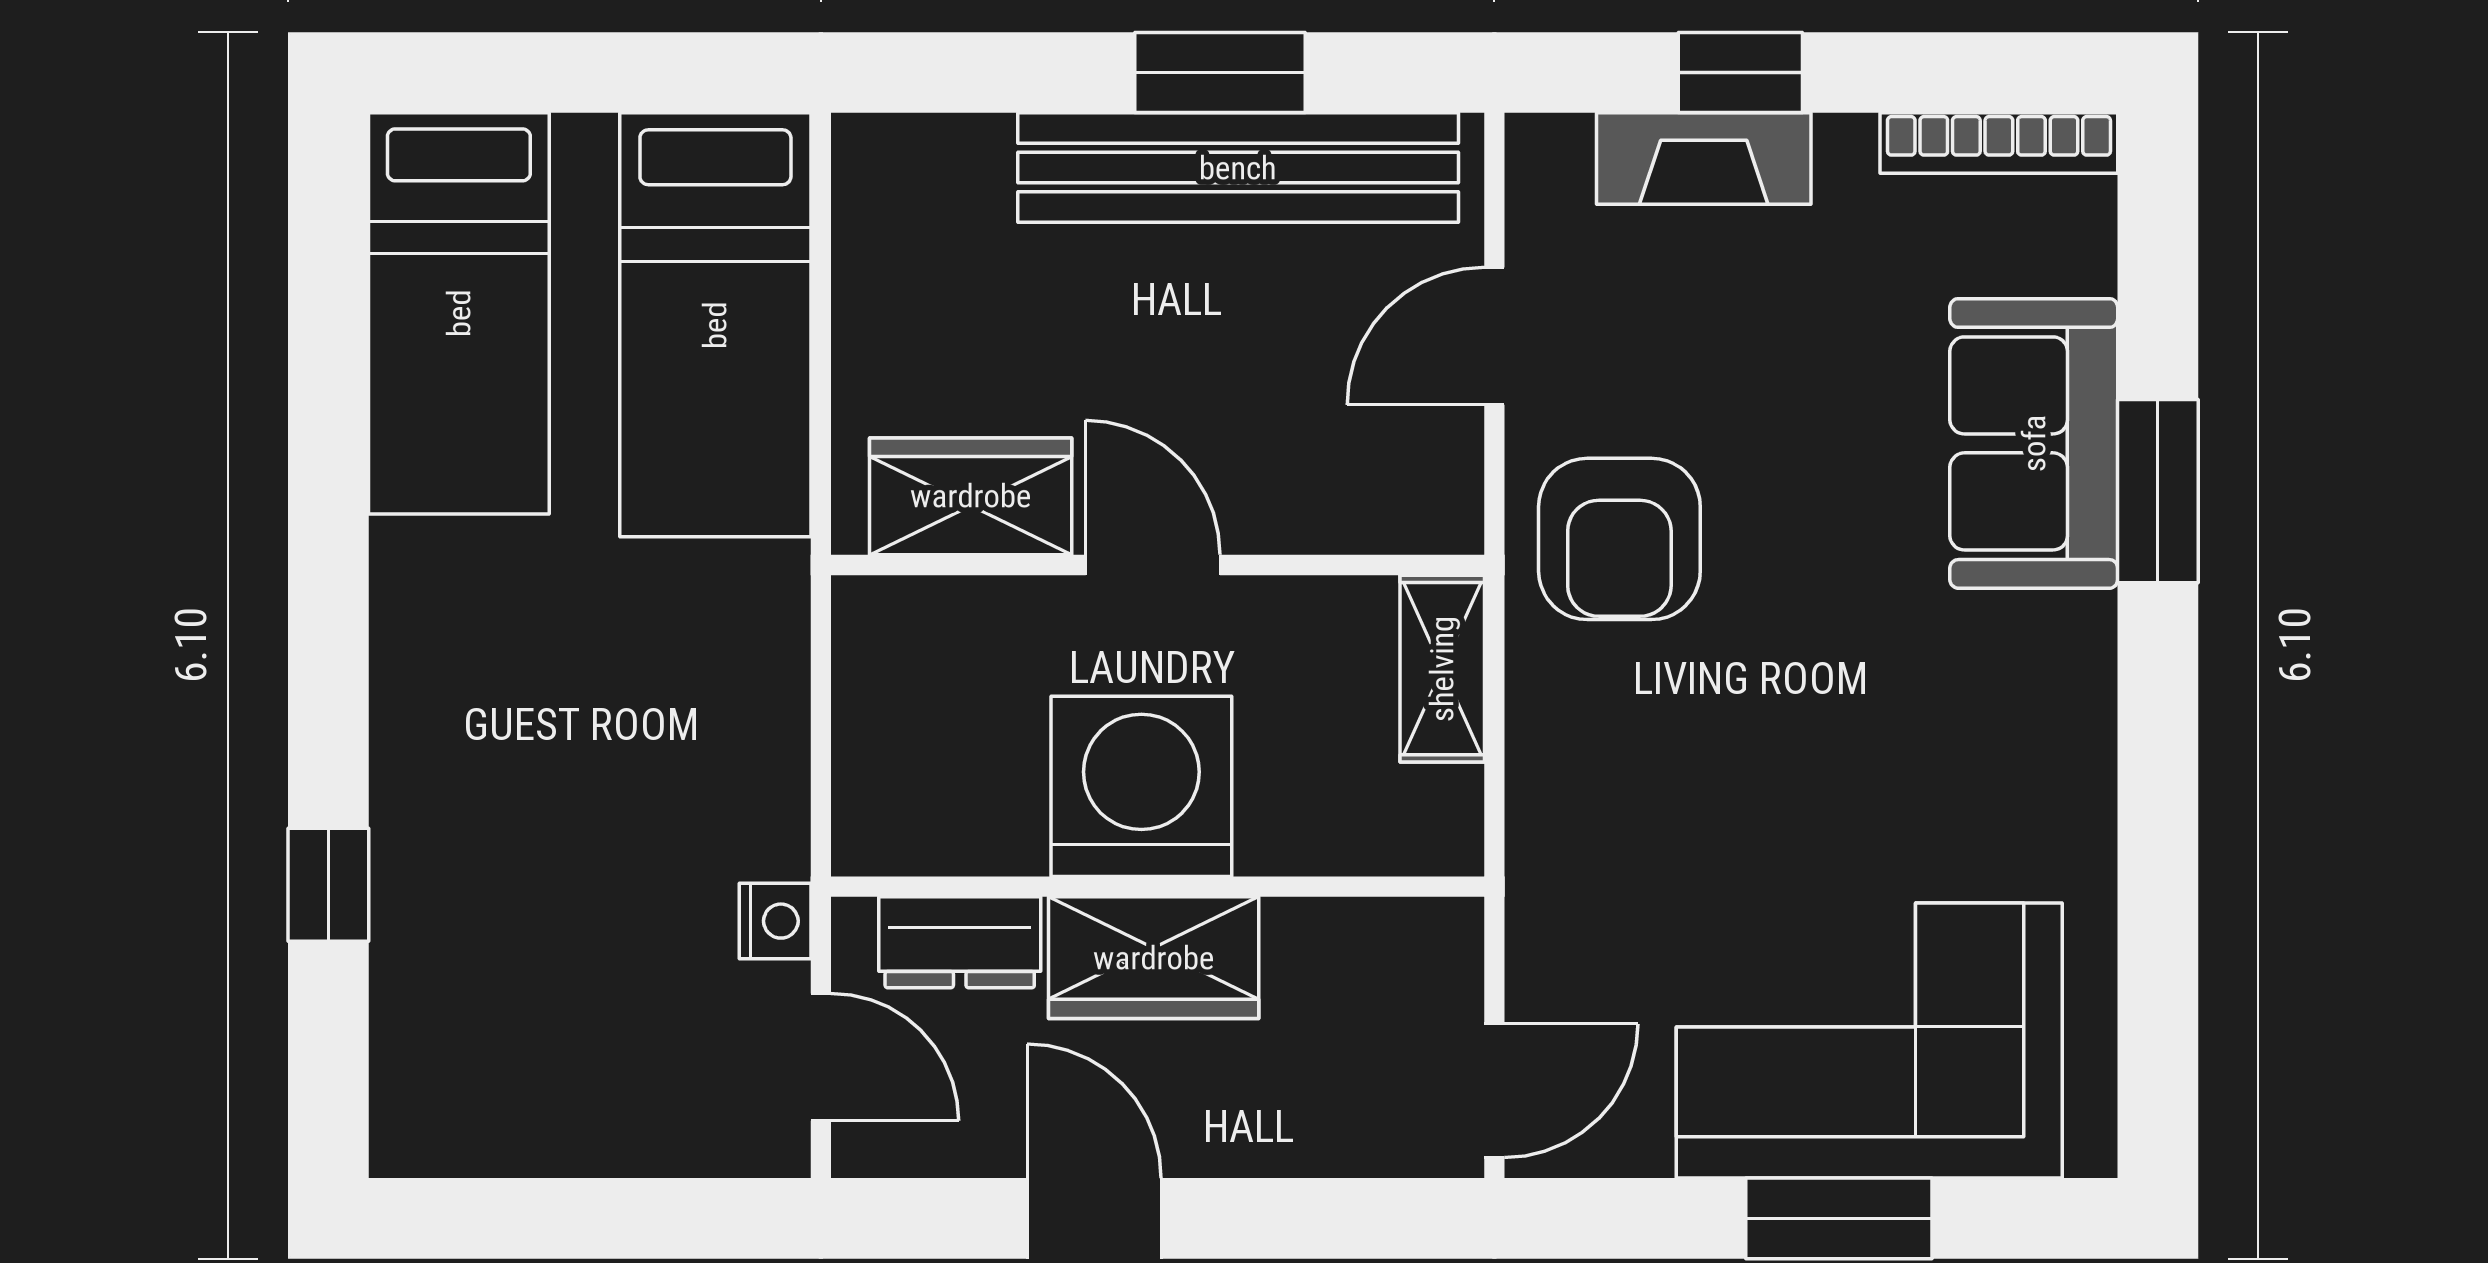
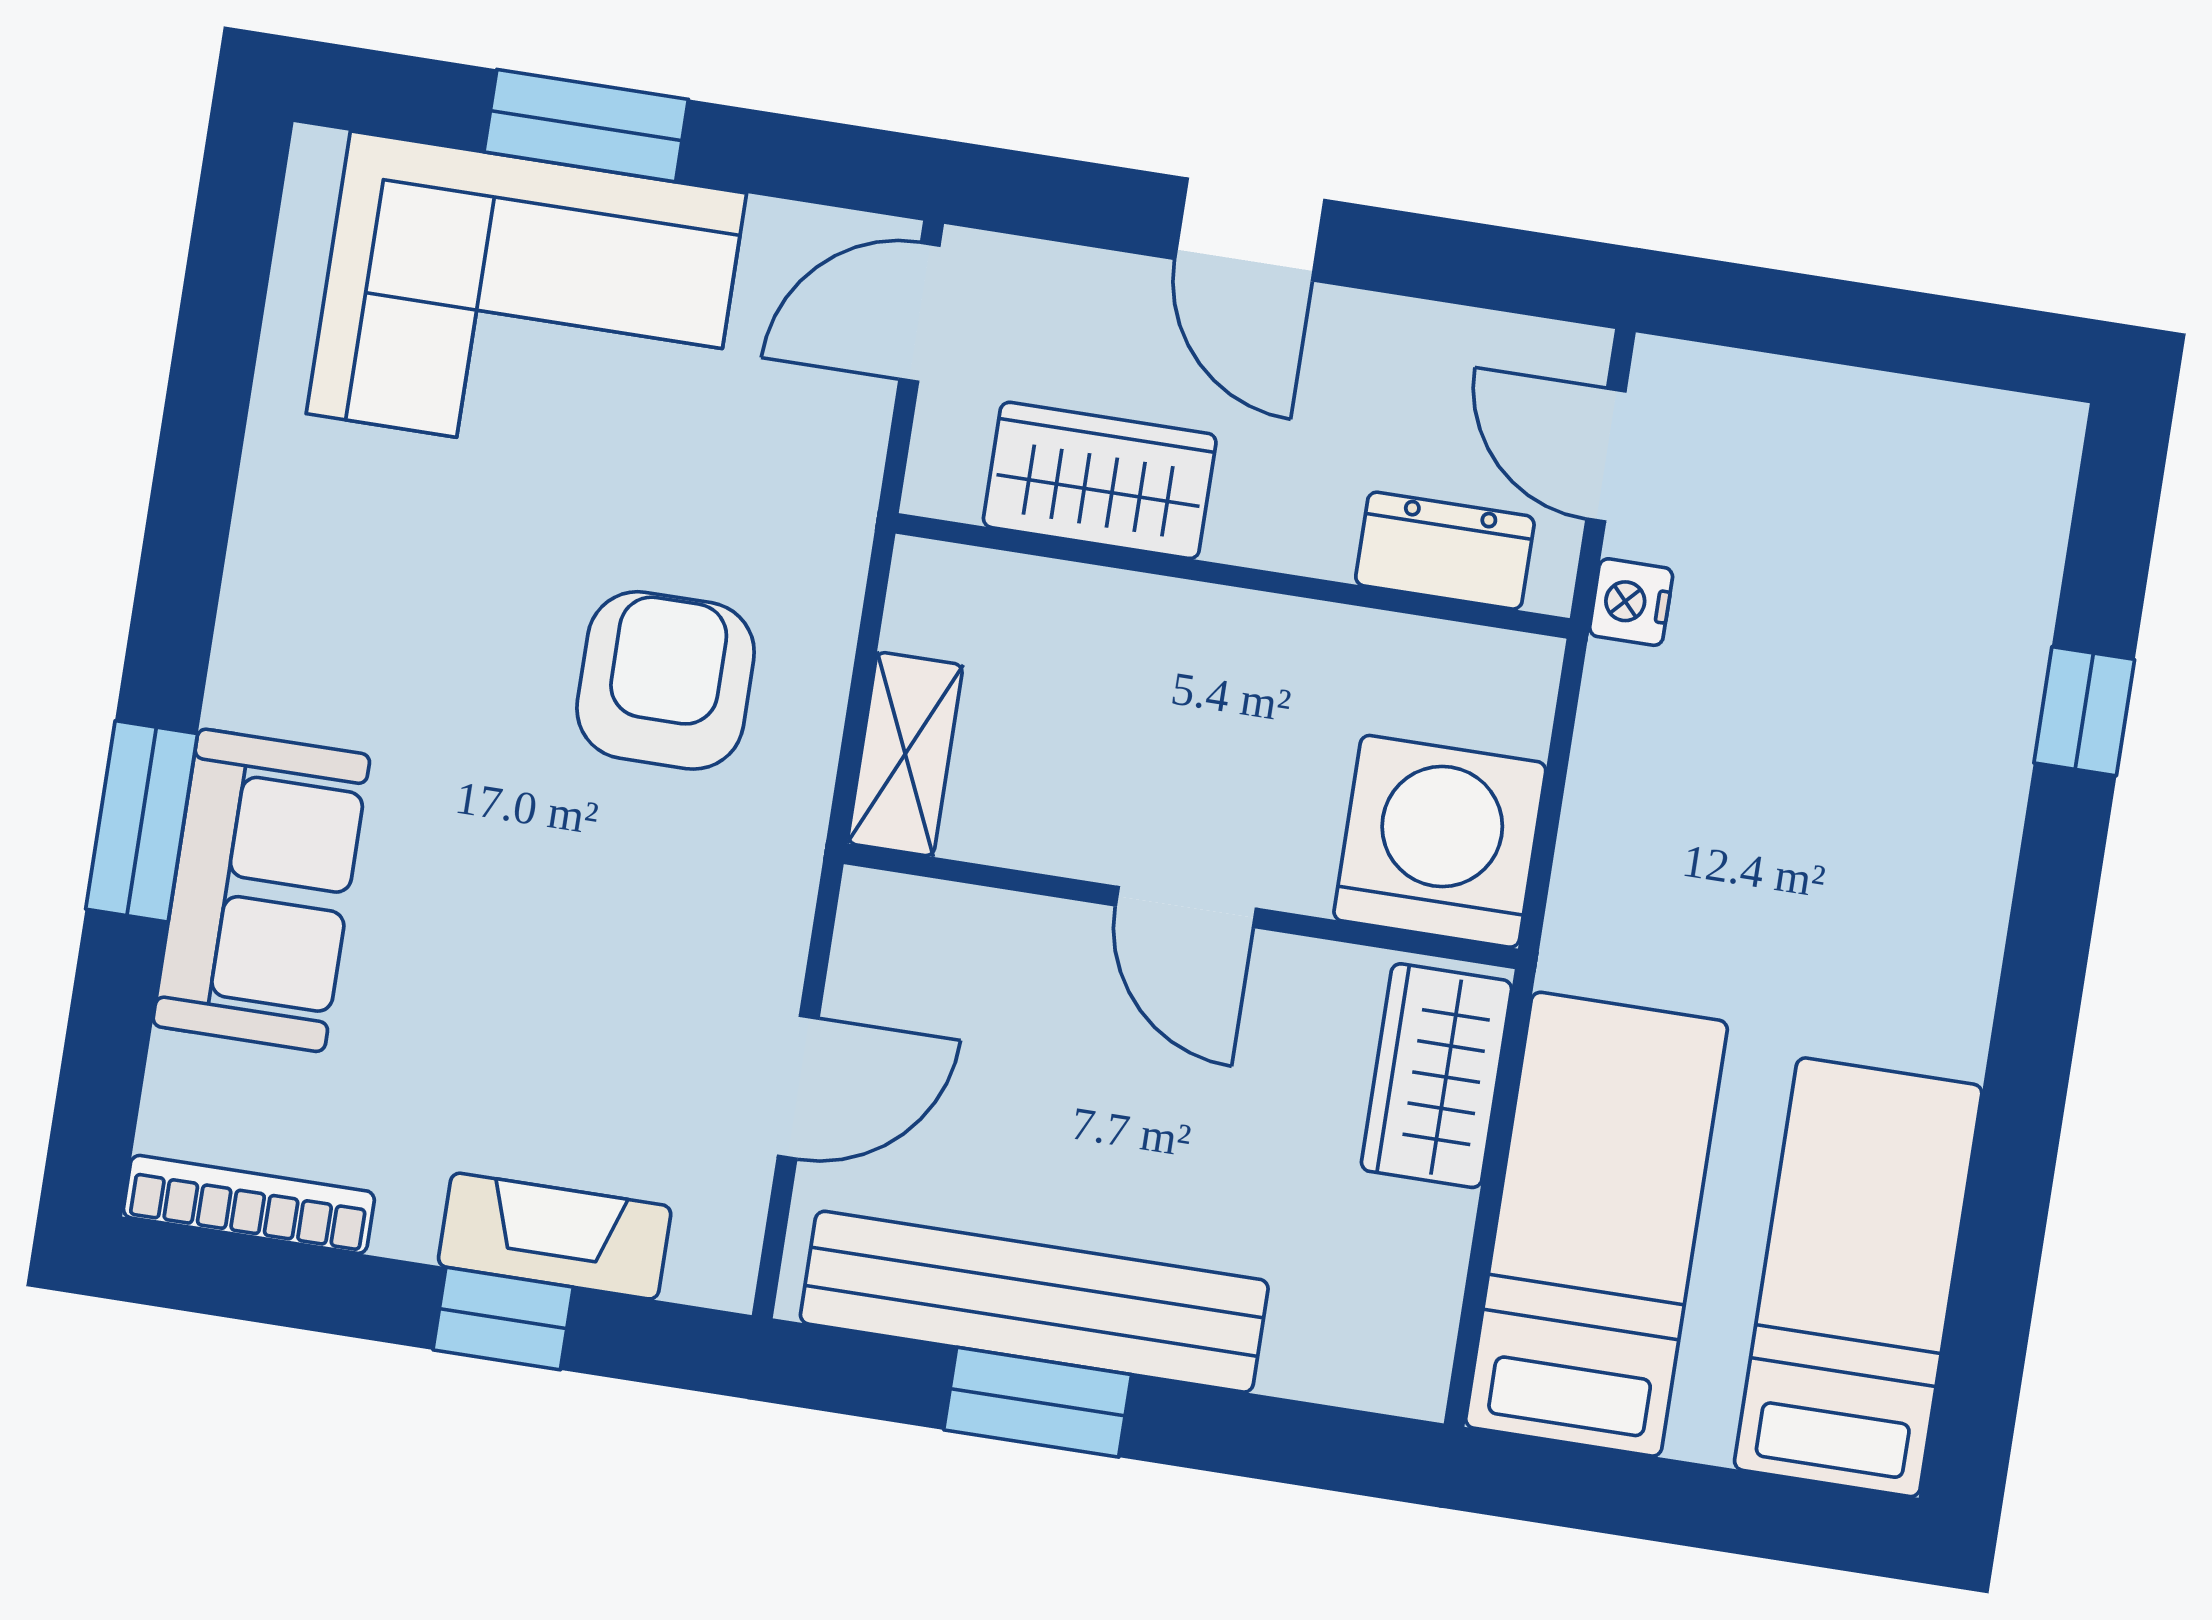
wardrobe: (971, 496) -> (1437, 1076), moved, turned 90
armchair: (1619, 539) -> (666, 680), moved
washing machine: (1141, 786) -> (1440, 841), moved, turned 180
wardrobe: (1154, 958) -> (1100, 480), moved
door: (1094, 1218) -> (1250, 229), moved

